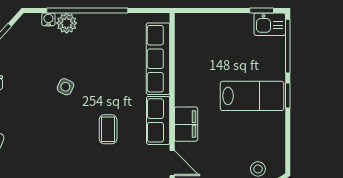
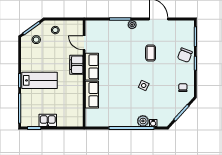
kitchen sink: (270, 24) -> (48, 120), moved
row of seats: (158, 59) -> (92, 95), width x0.68
lab bench: (252, 96) -> (40, 80), turned 180
coffee table: (108, 129) -> (151, 53), moved

